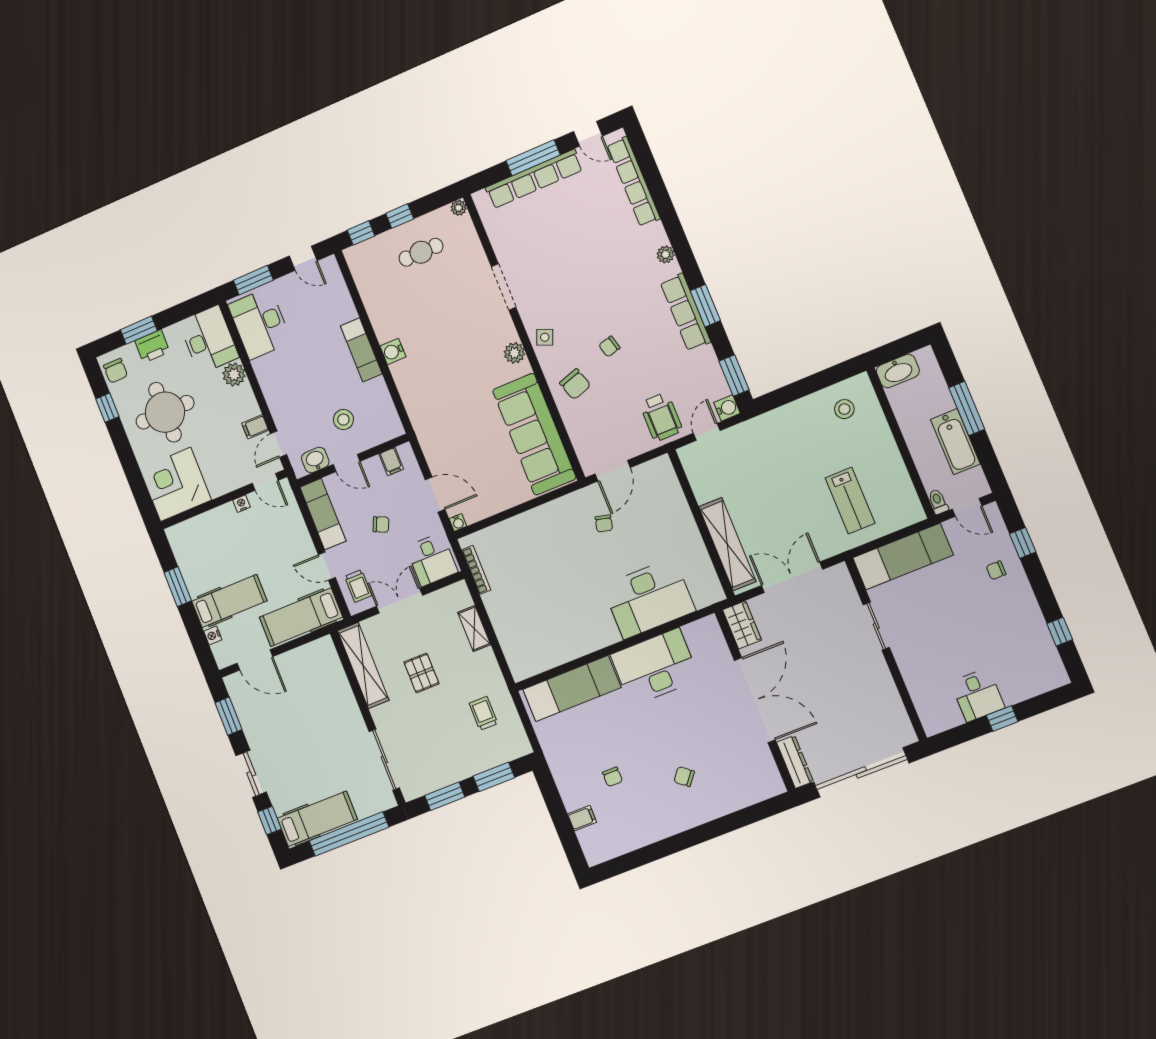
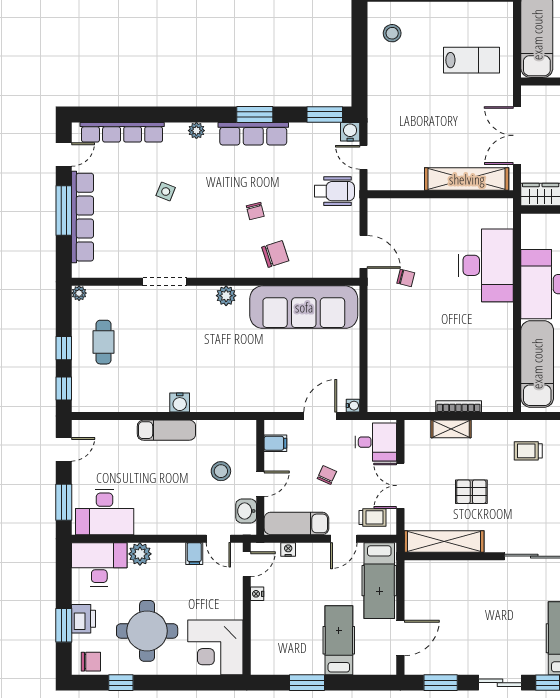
side table: (545, 337) -> (166, 192), moved
bookcase: (476, 570) -> (459, 406), moved
nightstand: (213, 635) -> (288, 549), moved, turned 180

